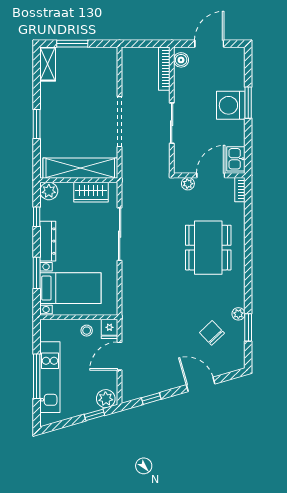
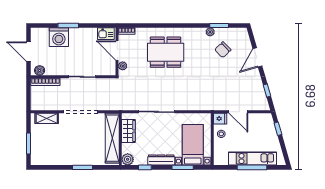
shelving: (48, 64) -> (47, 118), moved
washing machine: (231, 105) -> (59, 37), moved
plant: (106, 399) -> (267, 121), removed

